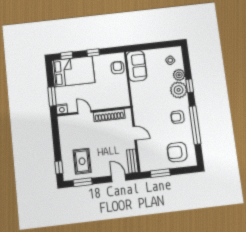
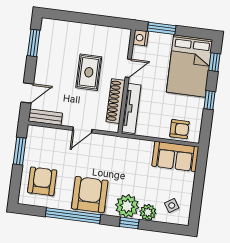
tv unit: (112, 103) -> (131, 108), added
armchair: (178, 117) -> (90, 195), width x1.88, depth x1.88
rug: (82, 161) -> (89, 72), moved, turned 90
window: (59, 167) -> (62, 15), removed

